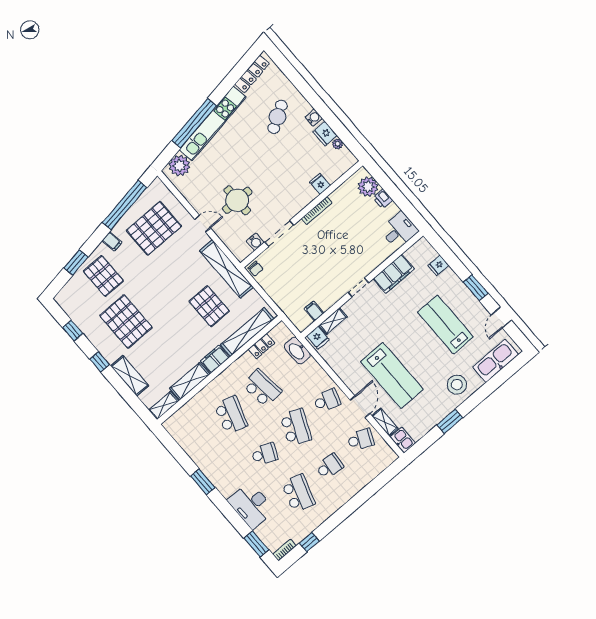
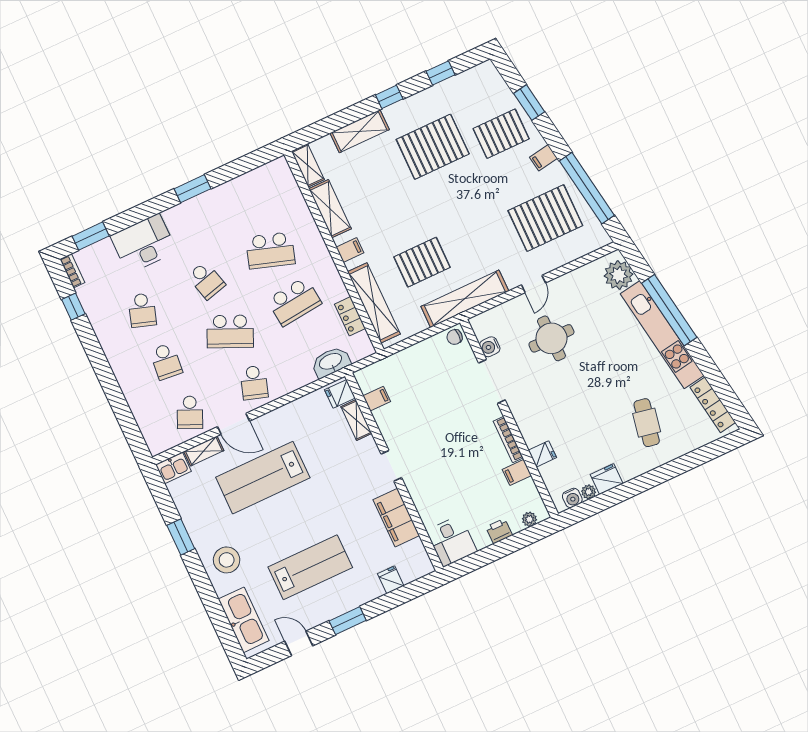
cafe table: (278, 117) -> (647, 423), turned 42
water cooler: (314, 118) -> (572, 498), moved
plant: (368, 187) -> (529, 519), width x0.53, depth x0.53
filing cabinet: (338, 198) -> (517, 472), added
pallet: (154, 228) -> (545, 218), turned 90
filing cabinet: (215, 359) -> (350, 250), width x0.50
school desk: (265, 454) -> (206, 280), turned -39
school desk: (298, 493) -> (142, 310), width x0.54

